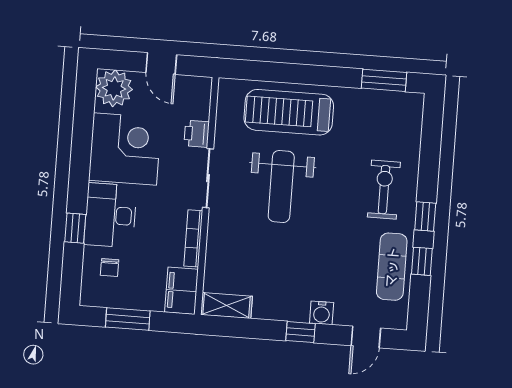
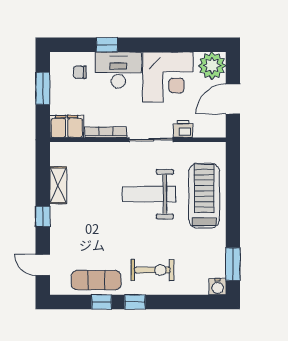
door: (161, 64) -> (233, 99), width x1.38
shelving: (226, 306) -> (58, 185), moved
water cooler: (322, 313) -> (218, 287), moved, turned -90

